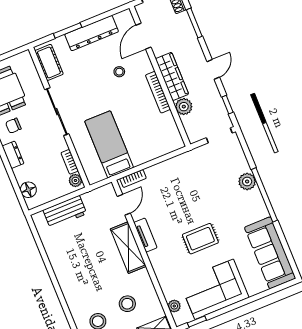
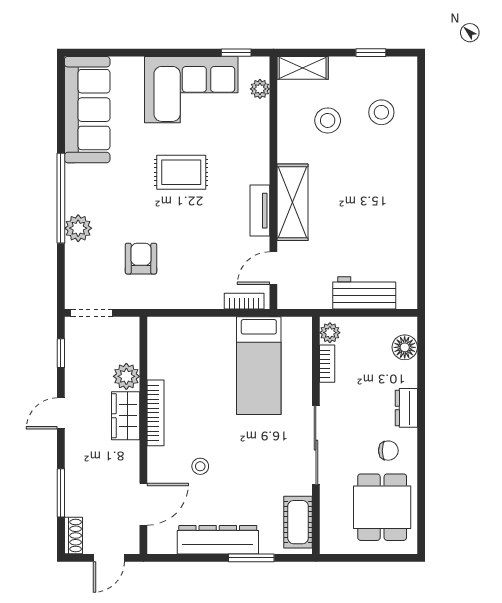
wardrobe: (172, 76) -> (126, 416), width x0.67
armchair: (203, 179) -> (141, 259), added

